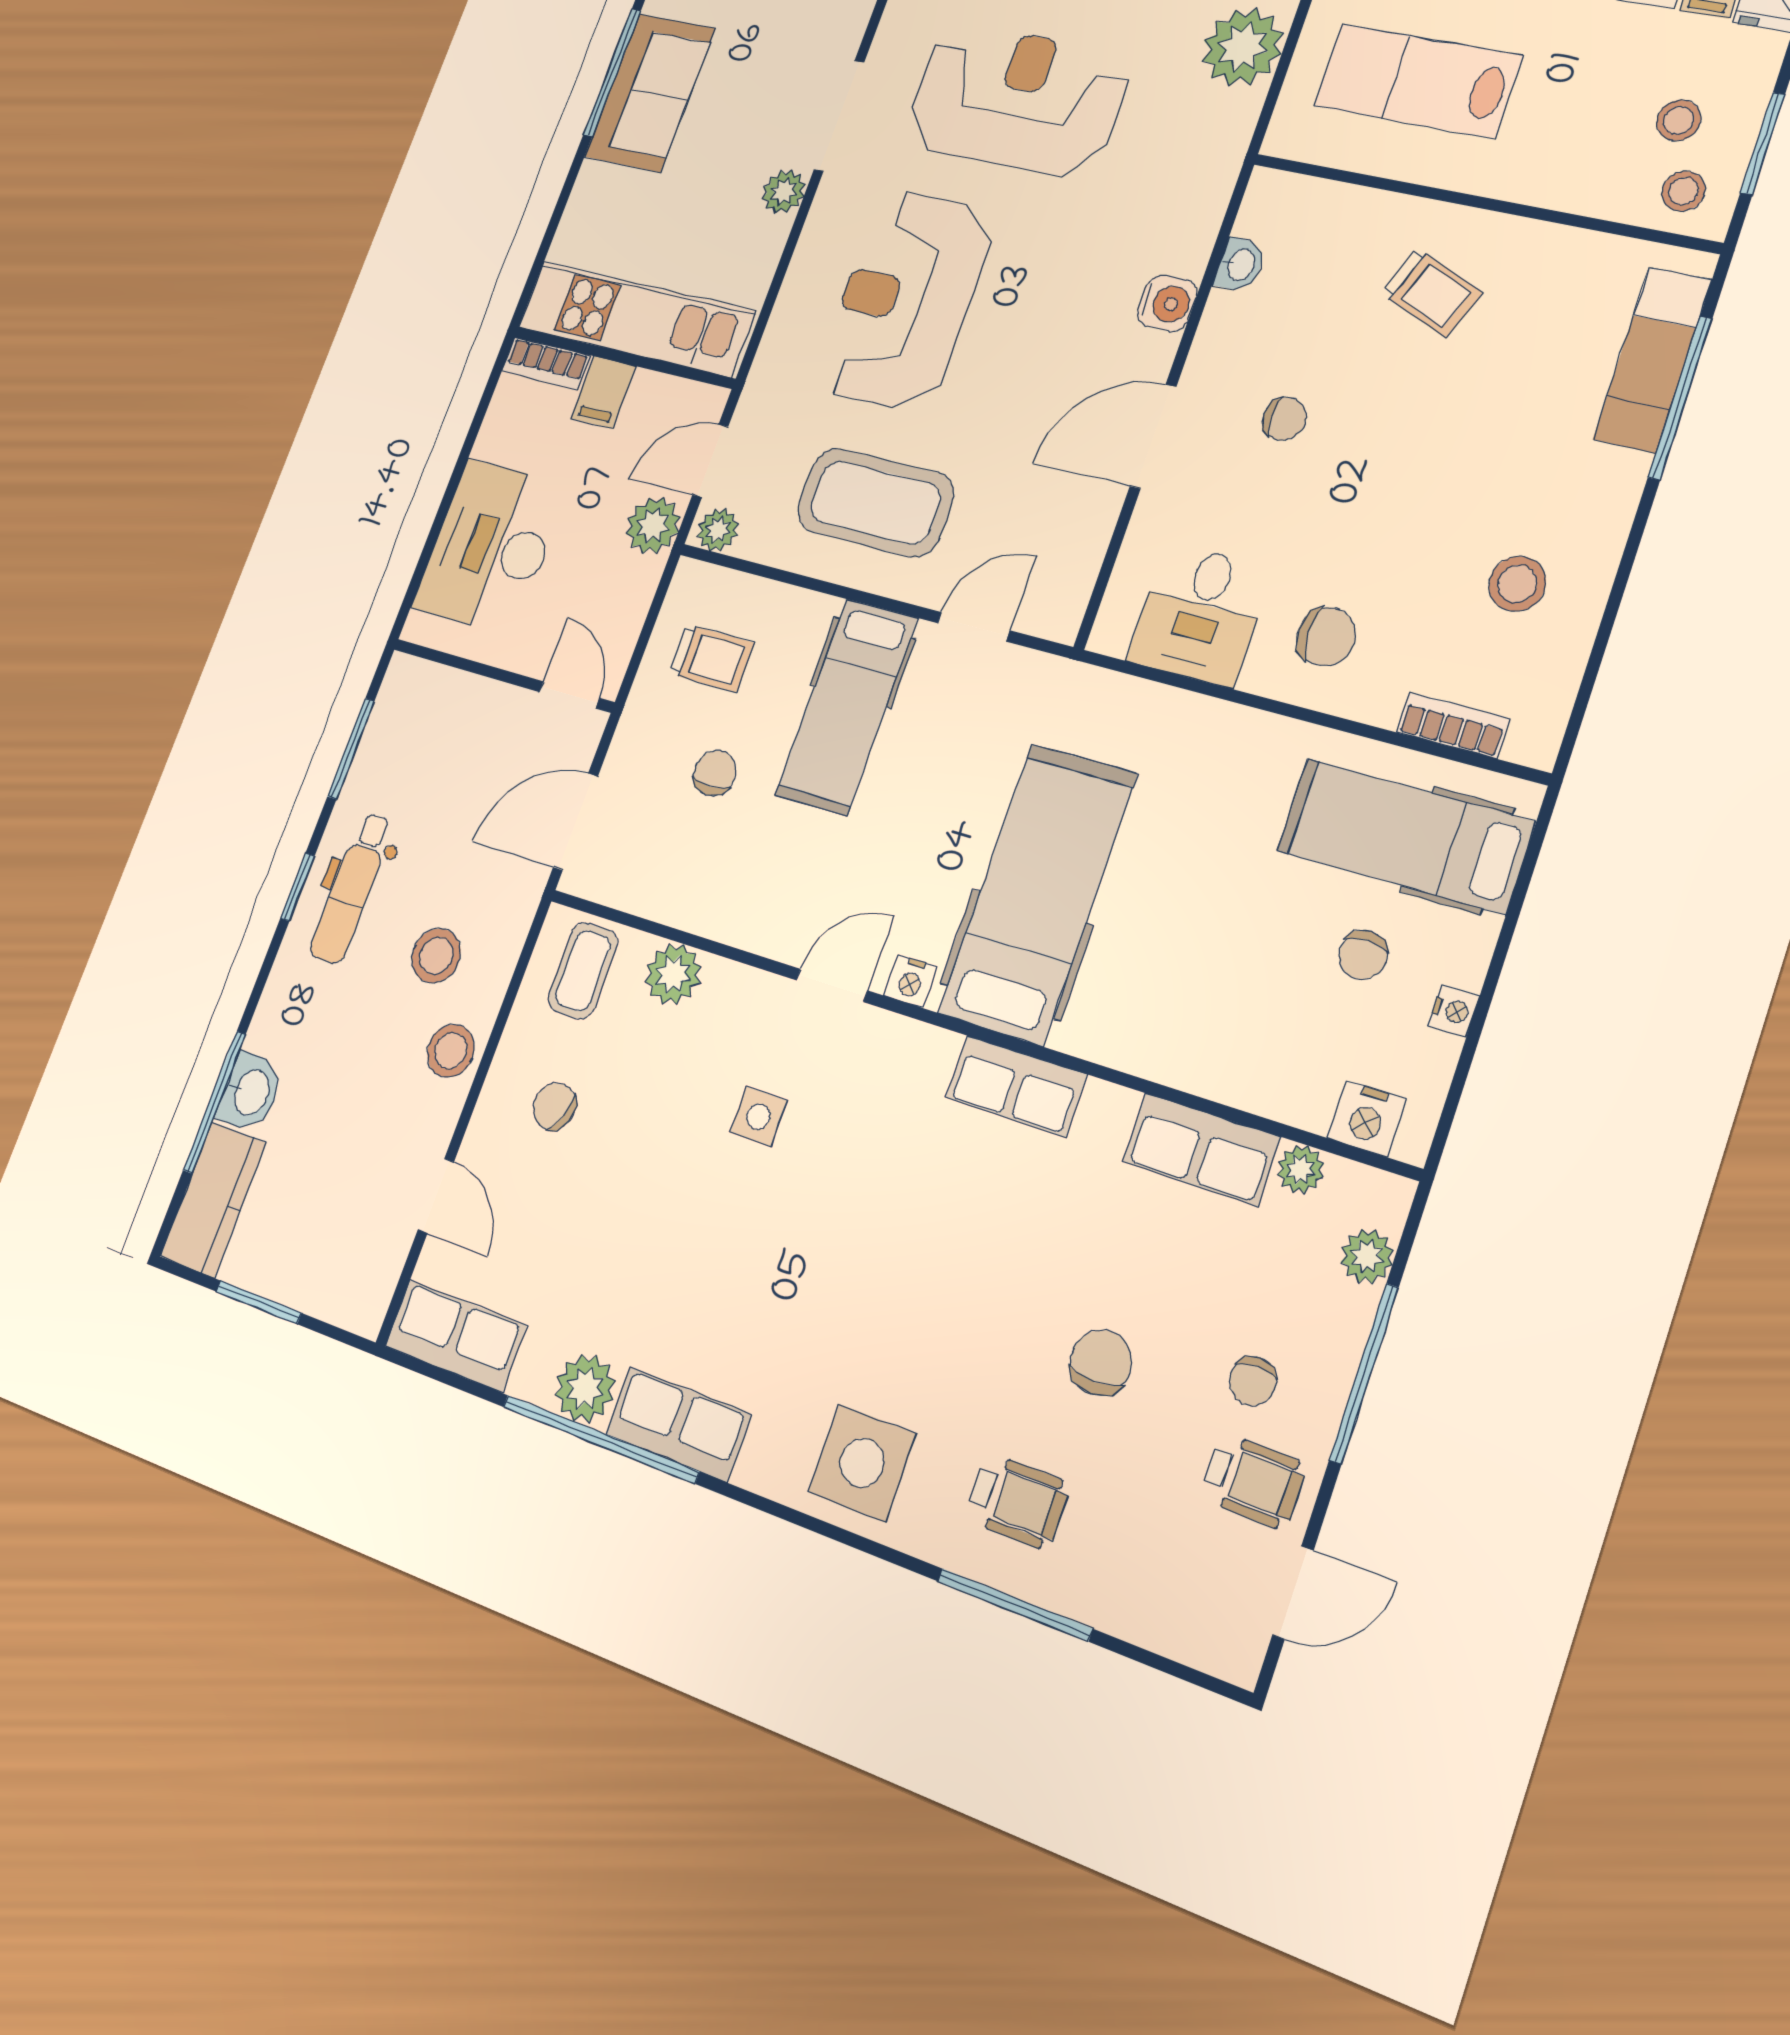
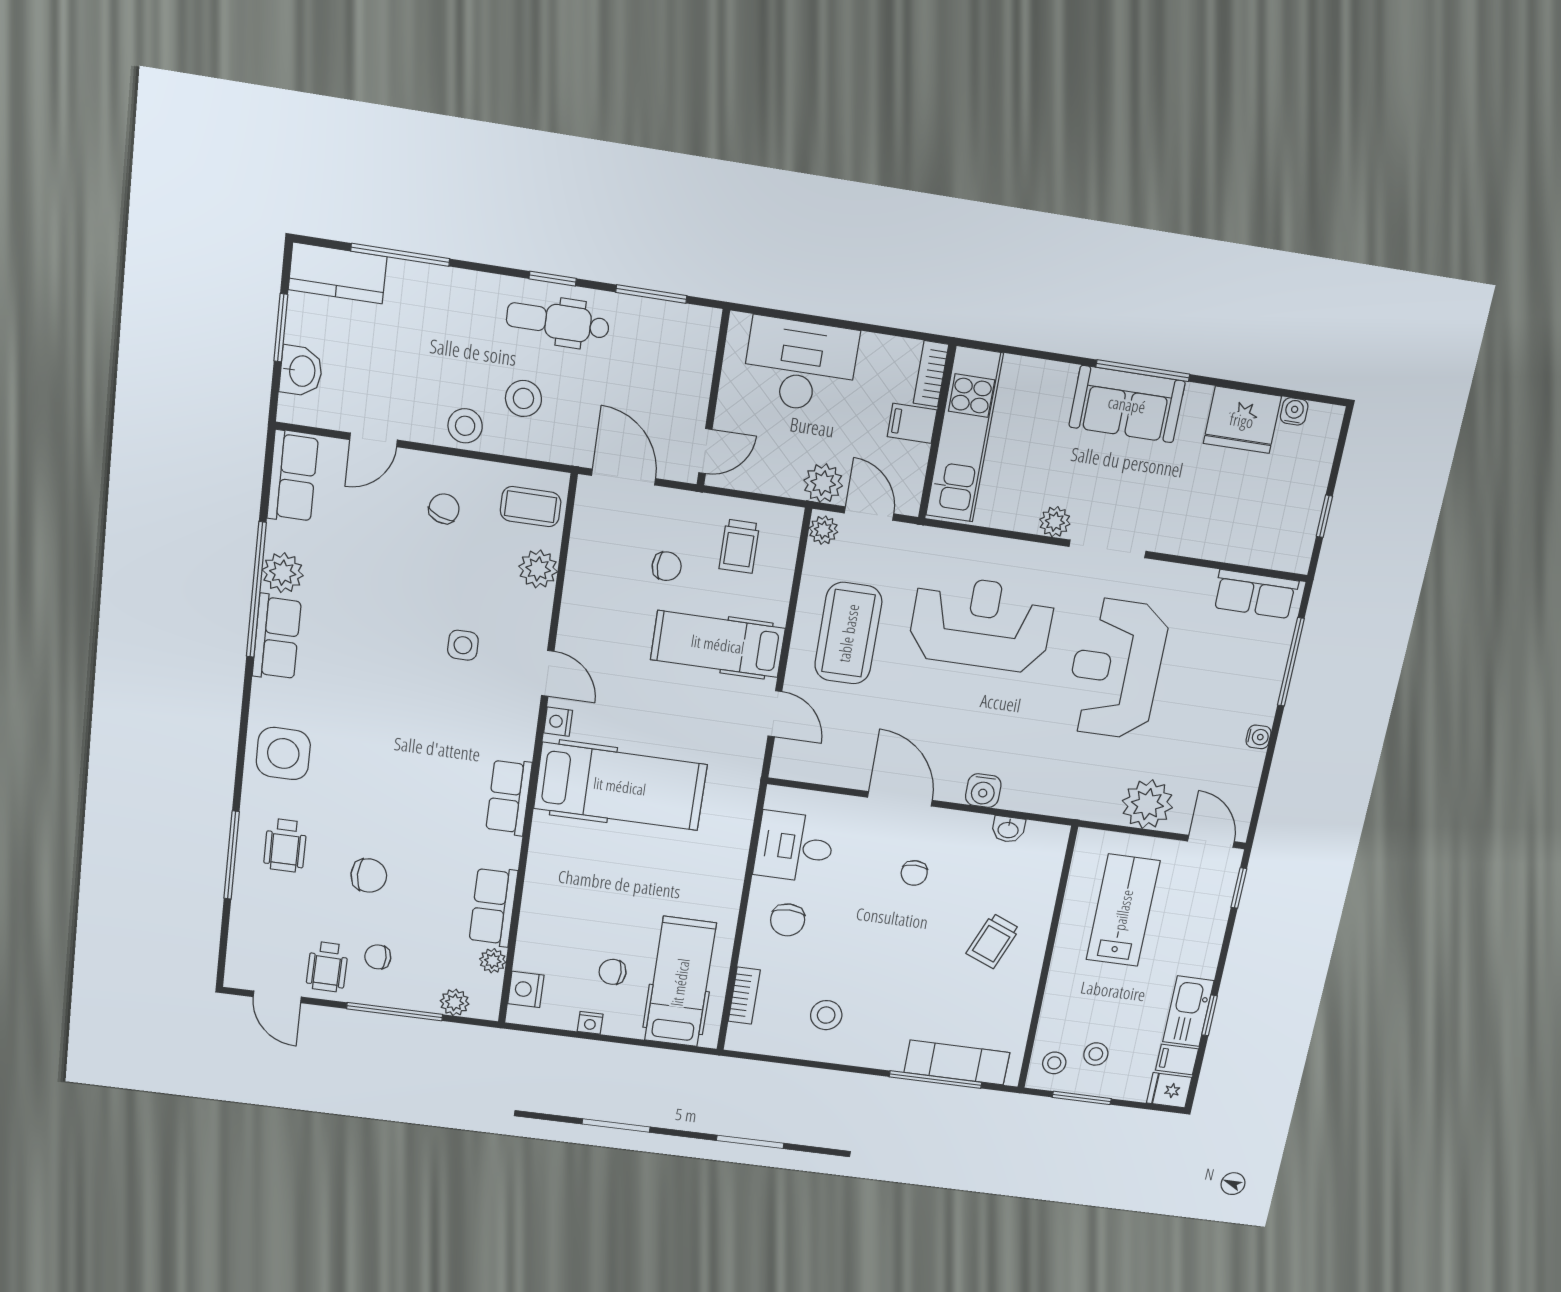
reception desk: (1017, 100) -> (1116, 669), turned 180
washbasin: (250, 1092) -> (301, 371), moved, turned -90

